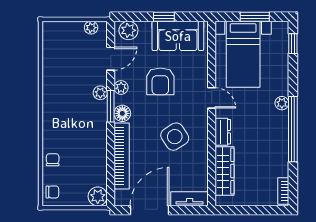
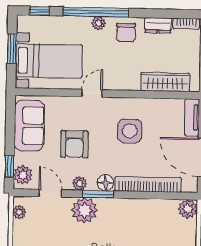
window: (164, 17) -> (9, 166), moved
armchair: (160, 81) -> (74, 144), turned 90
plant: (100, 93) -> (84, 210), width x1.88, depth x1.88
window: (293, 129) -> (96, 12), moved
chair: (273, 131) -> (126, 33), added
dresser: (223, 132) -> (158, 25), moved, turned 180
side table: (175, 137) -> (130, 131), turned 33

